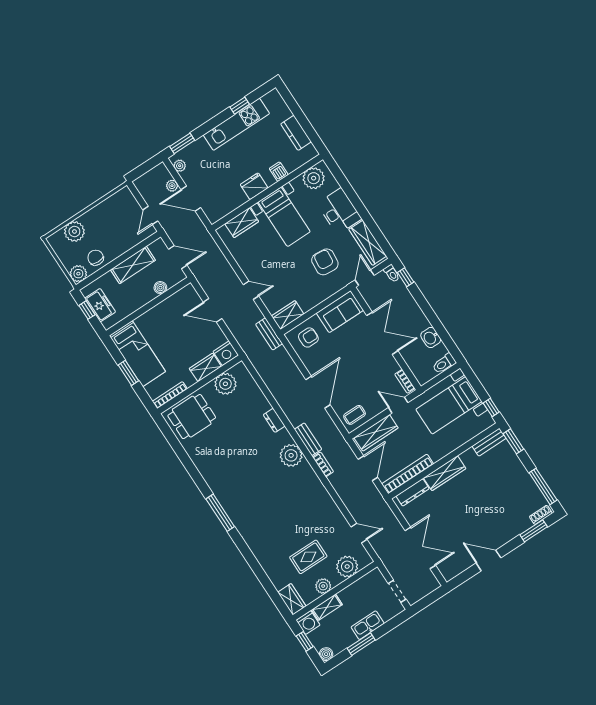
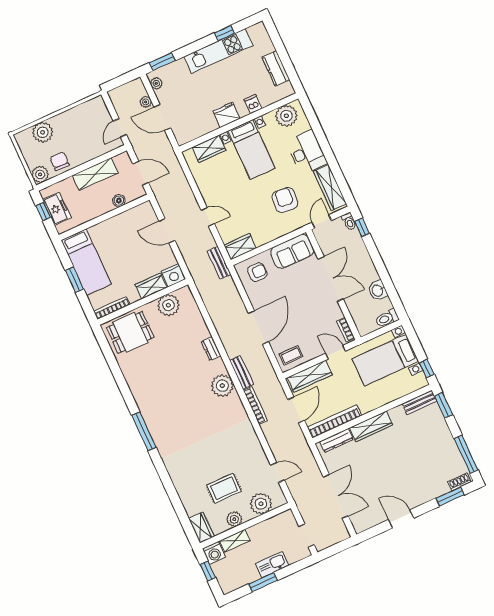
bookcase: (323, 464) -> (255, 405), width x1.56
boiler: (326, 654) -> (227, 587), removed

